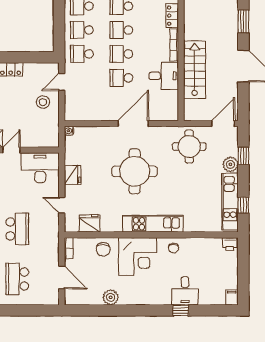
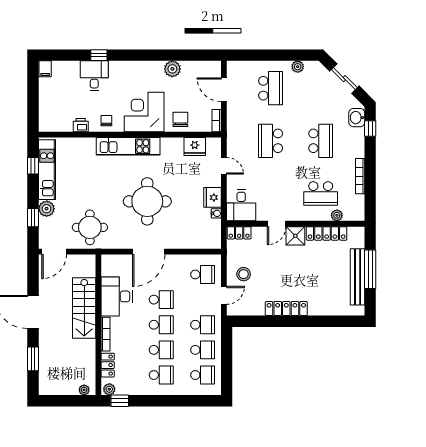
desk: (164, 76) -> (117, 296), width x1.37
school desk: (82, 102) -> (203, 274), added
water cooler: (69, 131) -> (216, 213), moved
locker: (47, 141) -> (239, 233), added
desk: (40, 168) -> (241, 205), width x0.73
printer: (230, 244) -> (81, 125), moved

